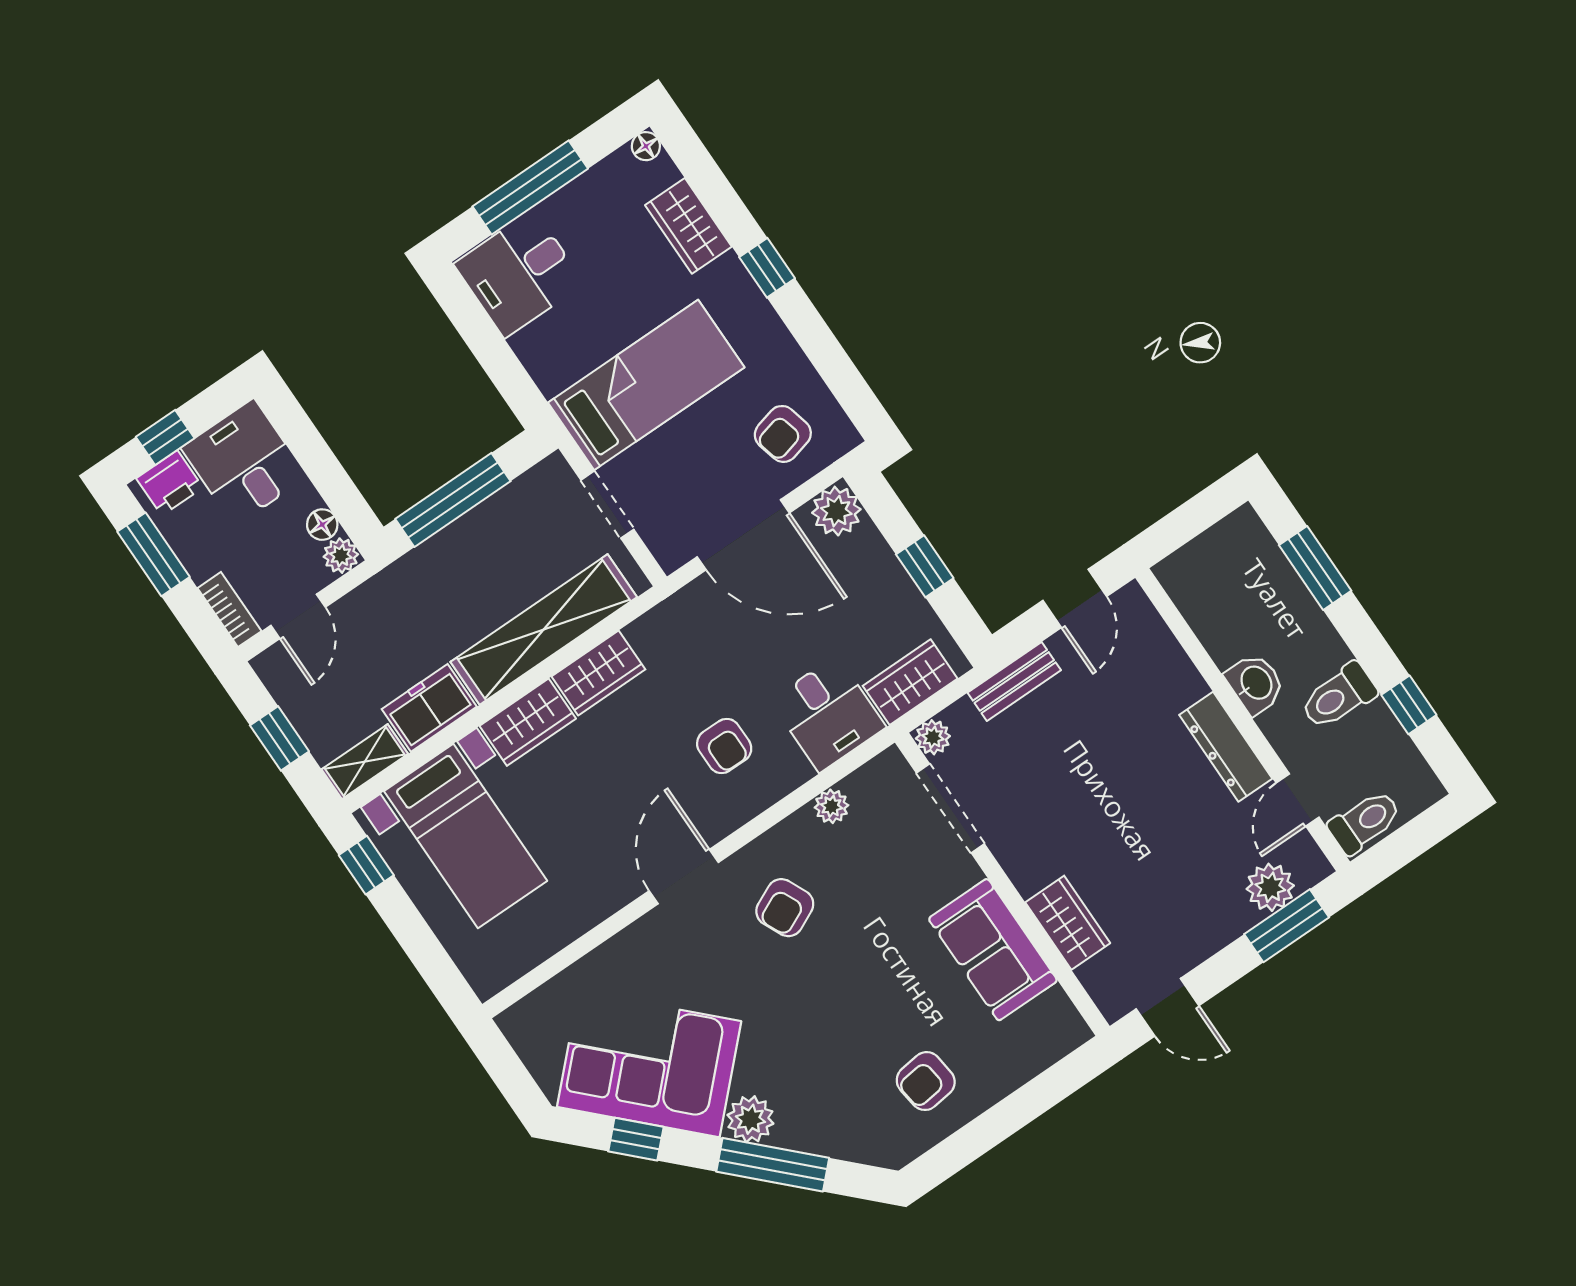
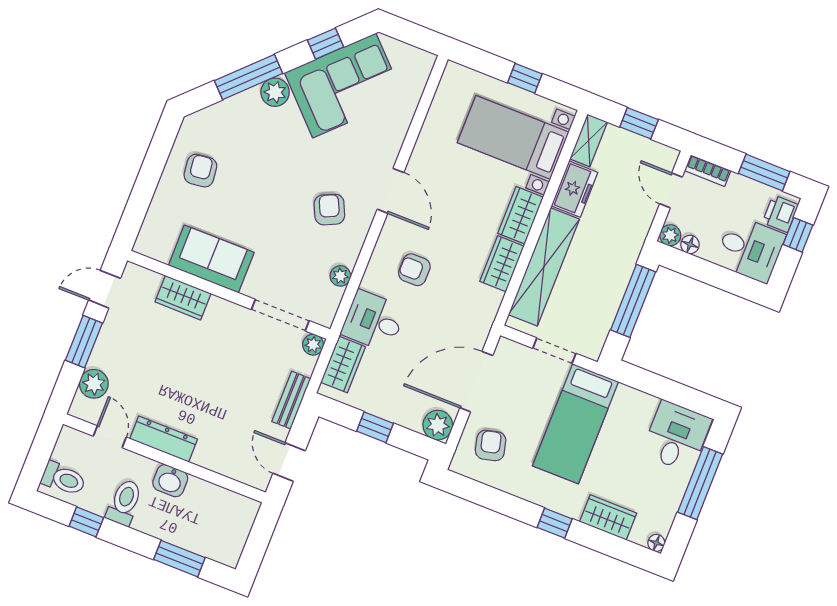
toilet: (1365, 822) -> (63, 479), moved, turned -90
window: (366, 865) -> (525, 78), moved
window: (1287, 926) -> (84, 342), moved

